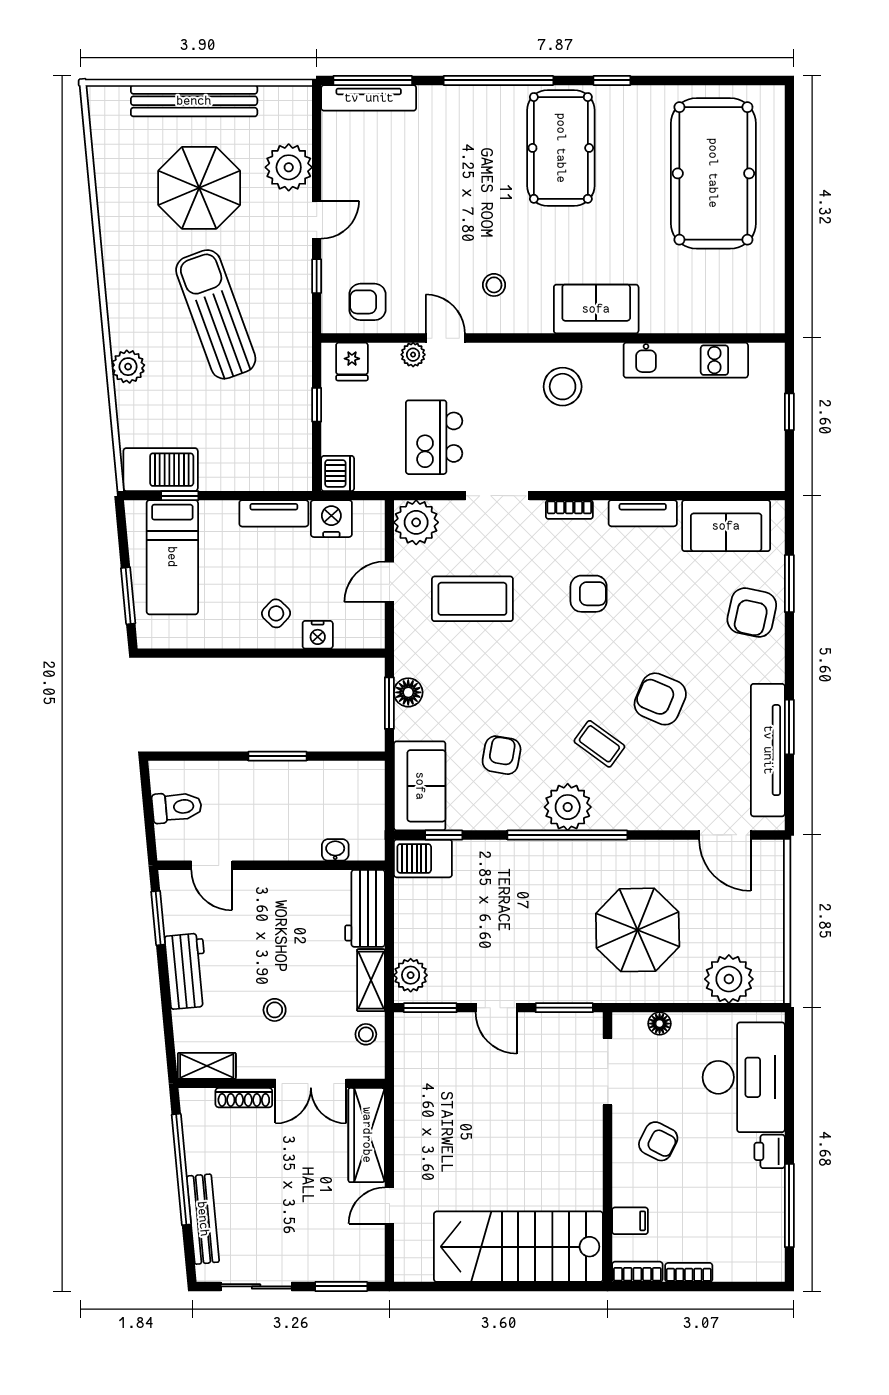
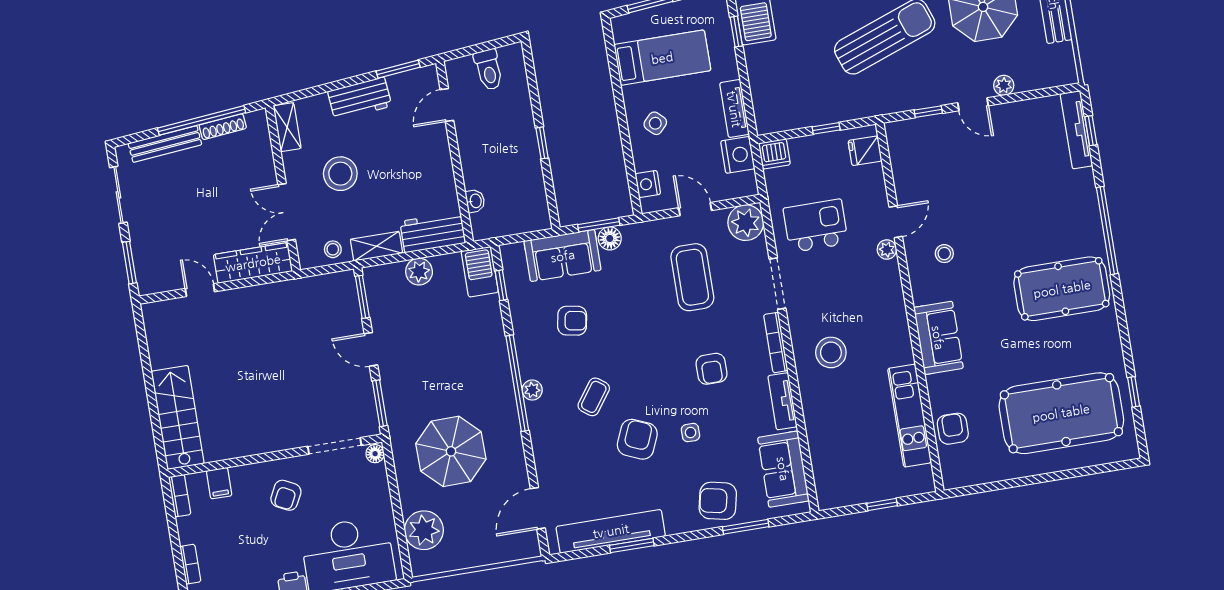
window: (373, 80) -> (1091, 131), width x0.46
window: (612, 80) -> (1134, 392), moved
plant: (289, 167) -> (1004, 85), width x0.53, depth x0.53
armchair: (367, 302) -> (953, 429), moved
plant: (413, 355) -> (887, 250), moved
stool: (563, 387) -> (831, 352), moved
bookcase: (569, 510) -> (776, 343), width x1.56
bed: (172, 557) -> (662, 58), moved, turned 180
side table: (663, 632) -> (691, 433), added
nightstand: (318, 635) -> (648, 184), moved
window: (277, 756) -> (542, 143), width x0.67
sofa: (420, 786) -> (563, 256), moved
plant: (568, 807) -> (532, 390), width x0.53, depth x0.53
plant: (411, 975) -> (419, 272), moved
door: (496, 1008) -> (371, 349), hinge flipped
stool: (275, 1010) -> (340, 174), width x1.89, depth x1.89
floor lamp: (660, 1024) -> (375, 454), moved
shoe rack: (244, 1098) -> (223, 127), moved, turned -95
stairs: (518, 1247) -> (178, 417), width x0.73, depth x0.66
bookcase: (689, 1272) -> (190, 564), moved

